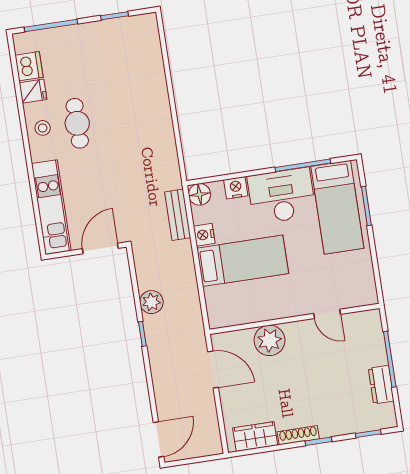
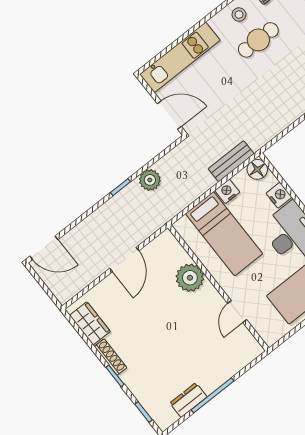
door: (327, 314) -> (237, 311), moved
wall: (294, 319) -> (218, 288), moved
plant: (269, 340) -> (190, 278), moved

